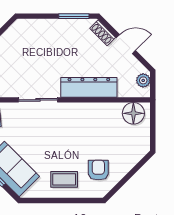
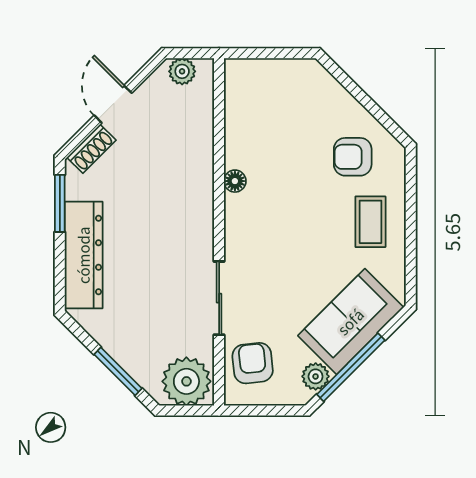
dresser: (89, 87) -> (84, 255), moved, turned 180
sliding door: (38, 100) -> (219, 298), moved
floor lamp: (133, 113) -> (235, 181), moved, width x0.53, depth x0.53

